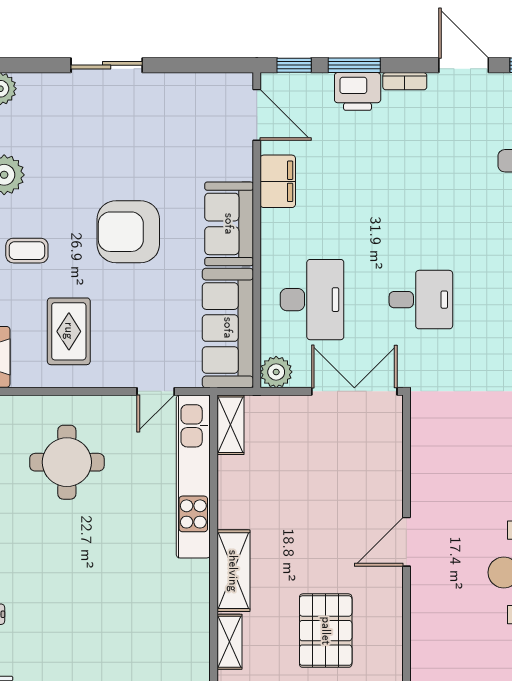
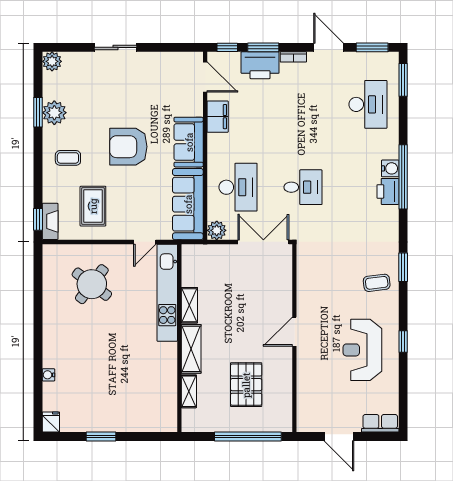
printer: (358, 91) -> (260, 65), width x1.37, depth x1.19
shelving: (231, 425) -> (189, 305), moved
round table: (67, 462) -> (92, 284), turned 37

